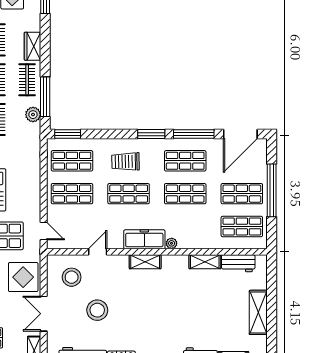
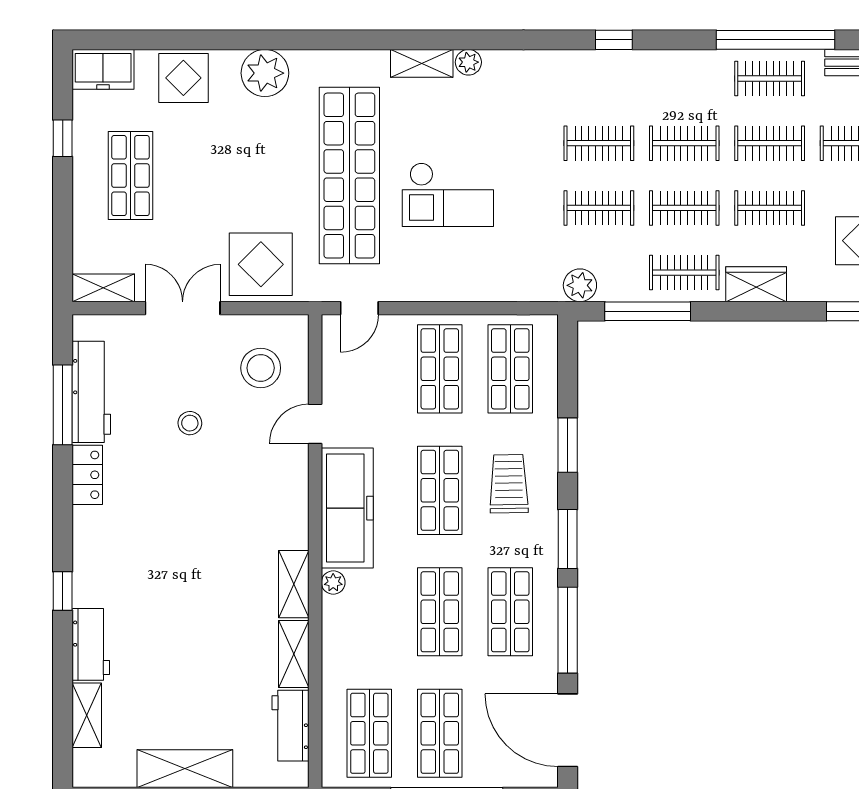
plant: (33, 115) -> (580, 285), moved
window: (68, 134) -> (568, 445), moved
freezer: (144, 239) -> (347, 508), width x1.36, depth x1.26
door: (98, 252) -> (315, 424), swing flipped
shelving: (145, 262) -> (294, 584), moved
stool: (97, 310) -> (190, 423), width x0.53, depth x0.53

